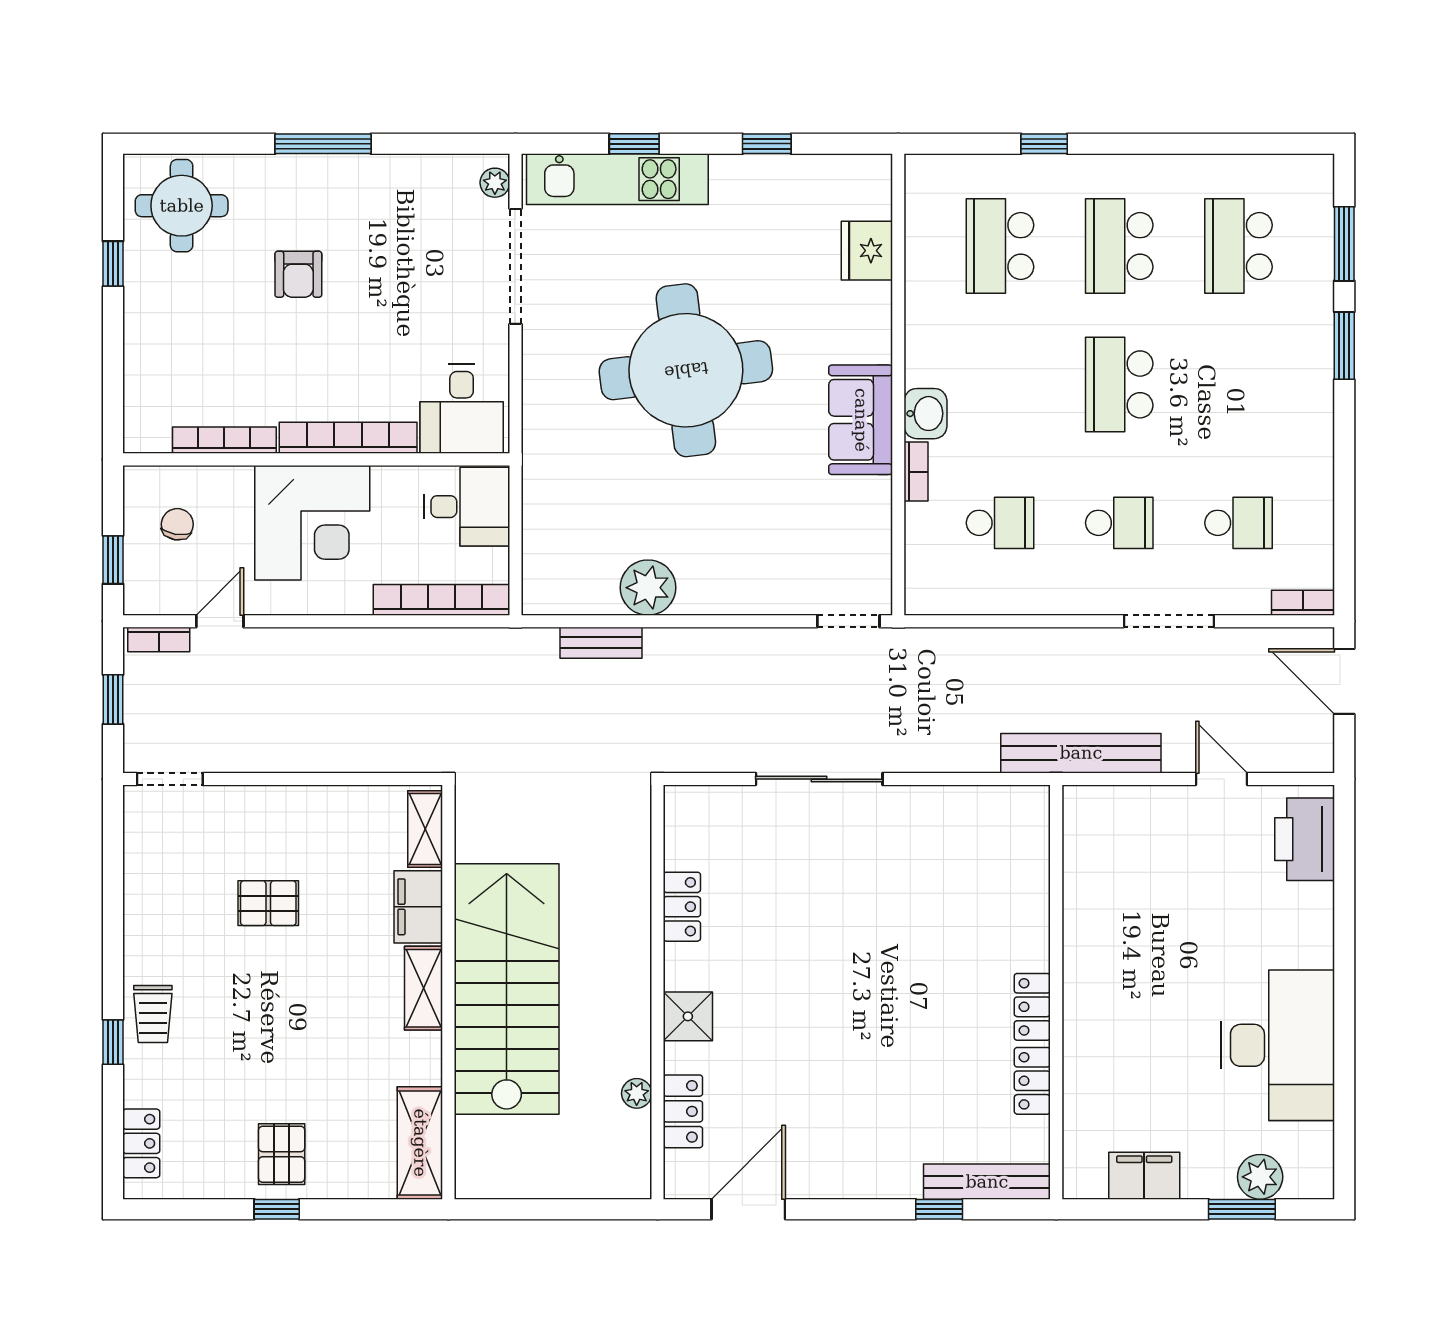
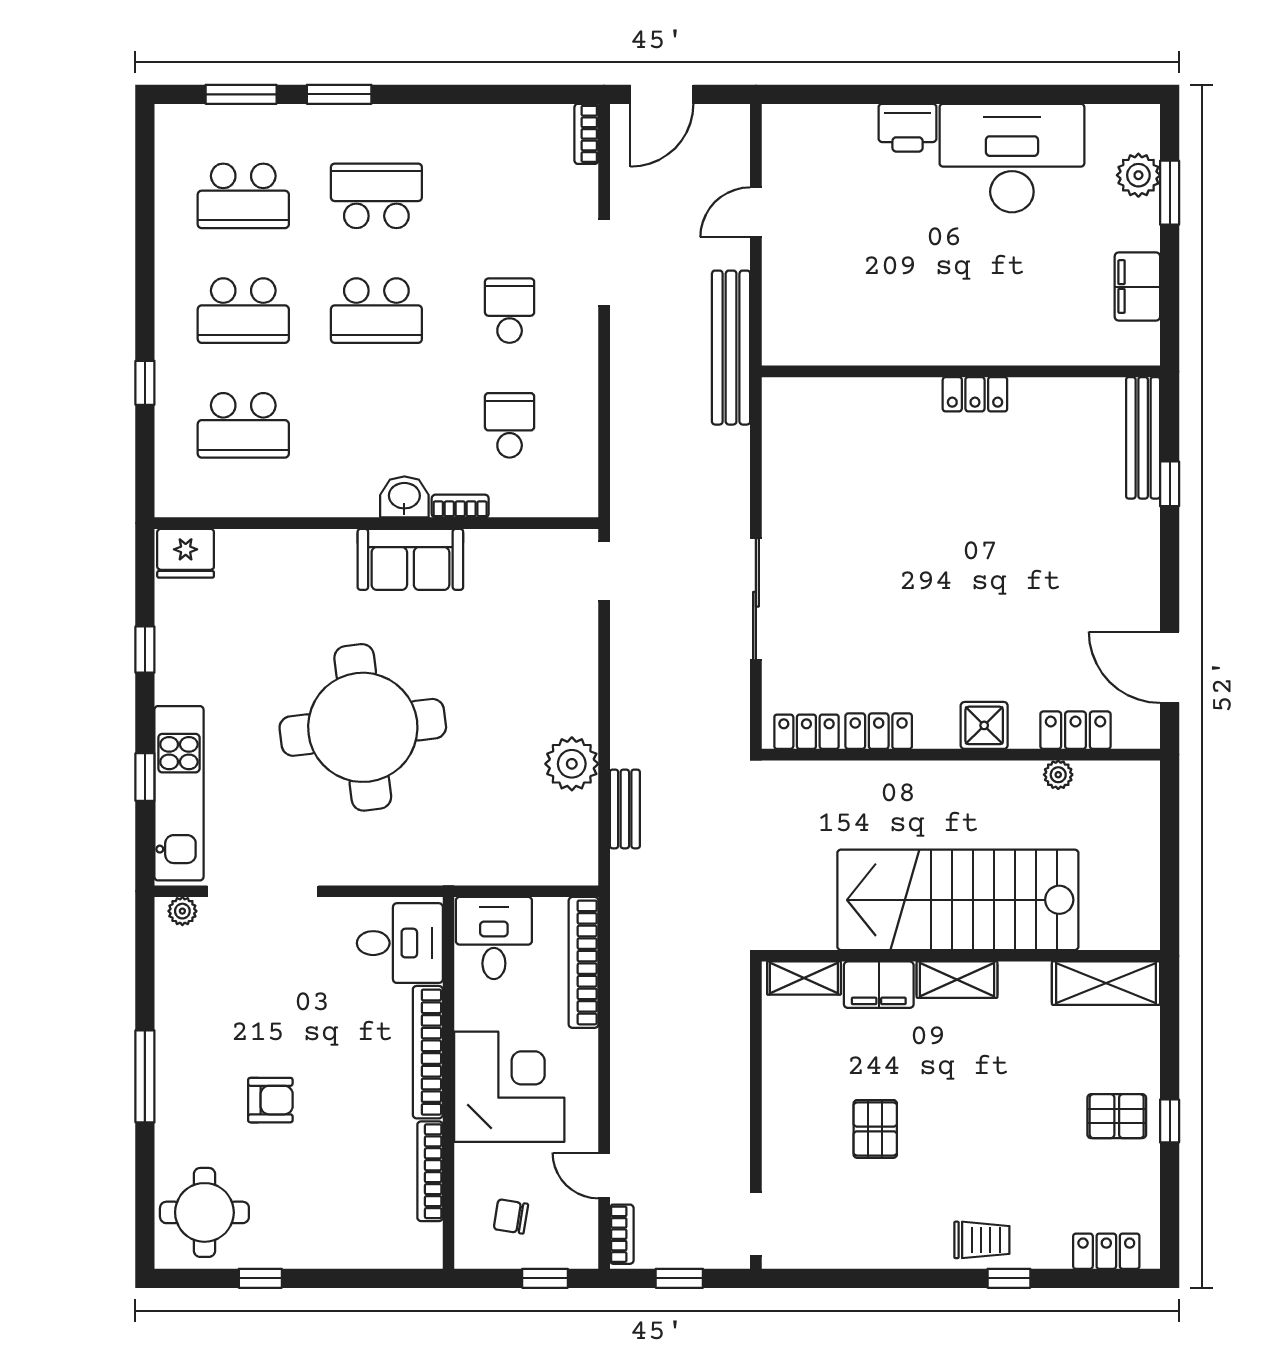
fridge: (867, 251) -> (186, 553), moved
school desk: (1239, 523) -> (376, 196), moved, width x1.85
printer: (1305, 839) -> (908, 128), moved, width x0.73, depth x0.84
locker: (1032, 1081) -> (806, 732), moved, turned 180

